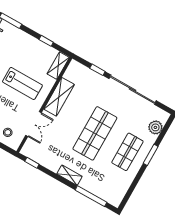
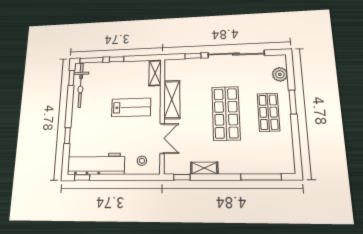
window: (46, 41) -> (117, 59), moved
shelving: (69, 175) -> (204, 168), moved

